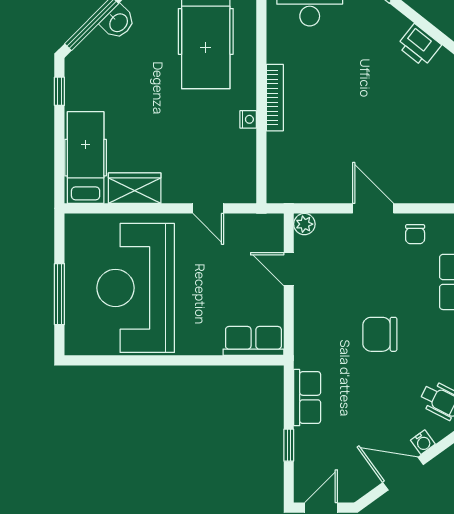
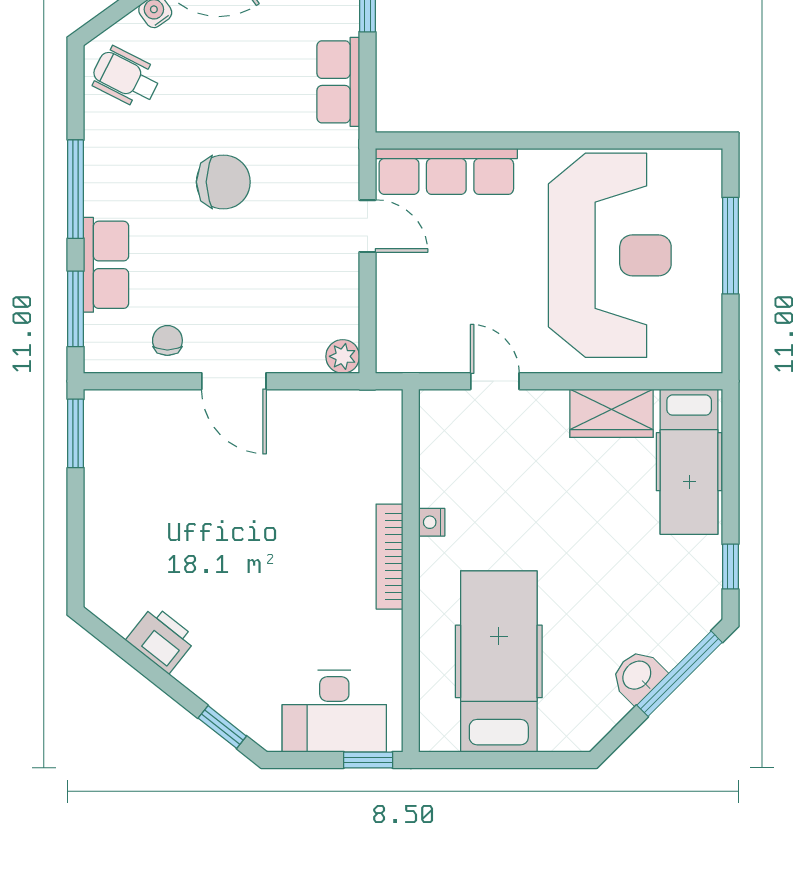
door: (289, 269) -> (367, 226), moved
row of seats: (253, 341) -> (446, 171), width x1.48

